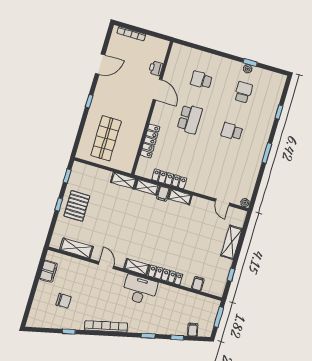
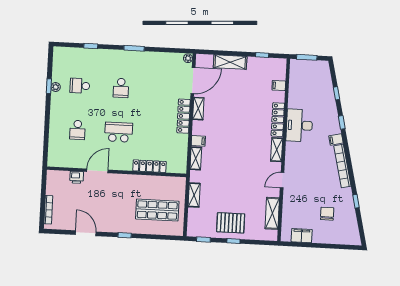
locker: (169, 179) -> (184, 116), moved
shelving: (124, 181) -> (194, 195), moved
shelving: (180, 197) -> (198, 109), moved
door: (222, 202) -> (193, 80), width x1.87
desk: (140, 290) -> (299, 125), moved
filing cabinet: (193, 330) -> (336, 139), moved

